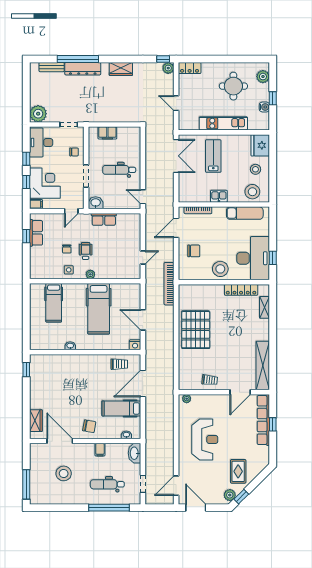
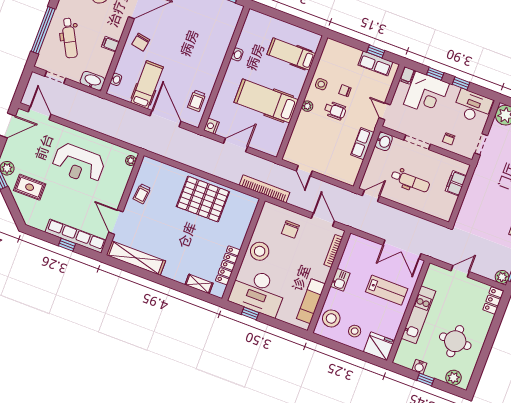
dental chair: (119, 170) -> (410, 181), turned 90
dental chair: (107, 484) -> (69, 38), turned 152

